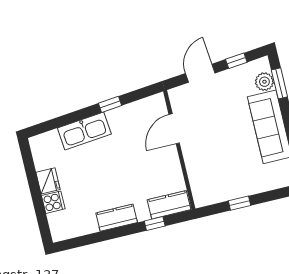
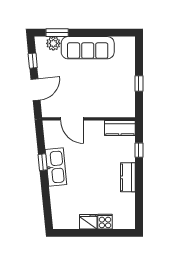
door: (200, 73) -> (36, 90), swing flipped
kitchen sink: (84, 131) -> (56, 167), moved
kitchen counter: (169, 205) -> (120, 128), moved, turned -90

